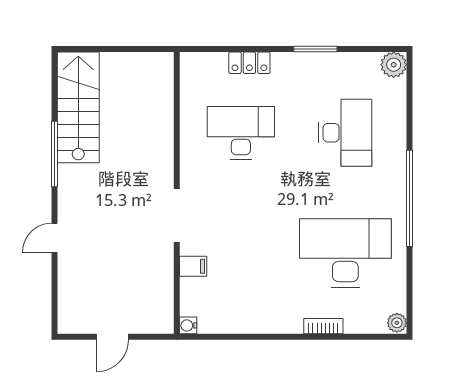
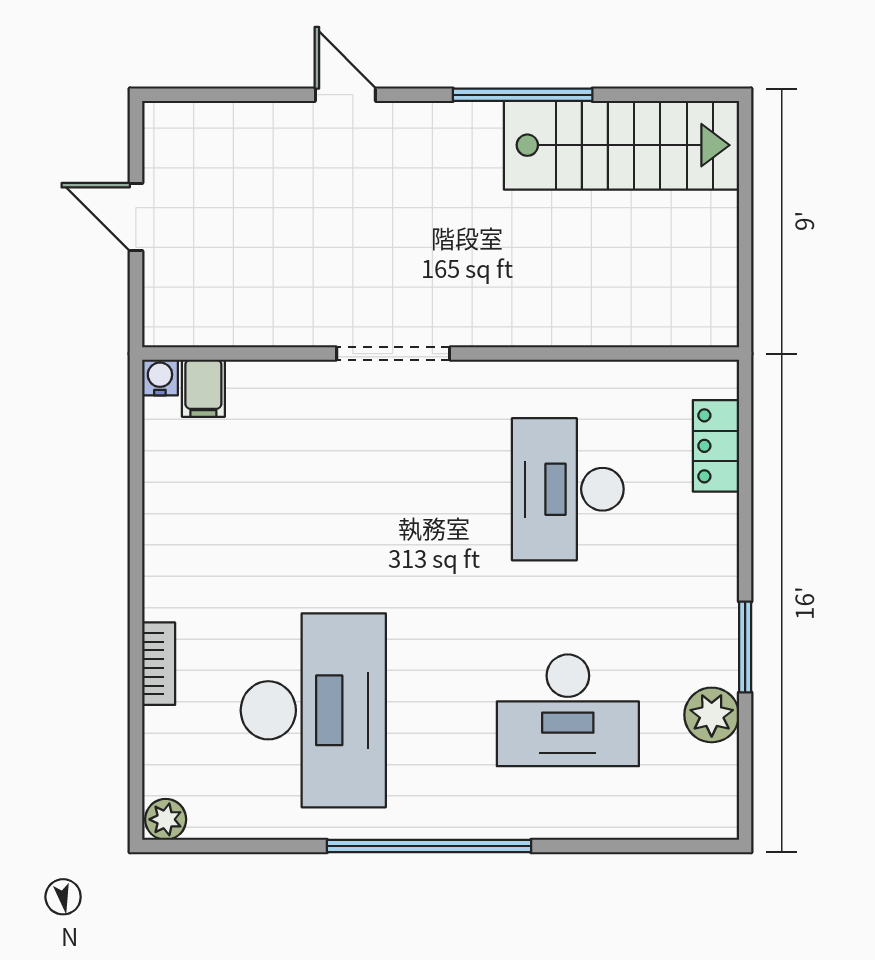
locker: (249, 63) -> (716, 446), moved
plant: (394, 65) -> (712, 715), moved
desk: (241, 133) -> (568, 489), turned 180
filing cabinet: (193, 266) -> (203, 388), moved

